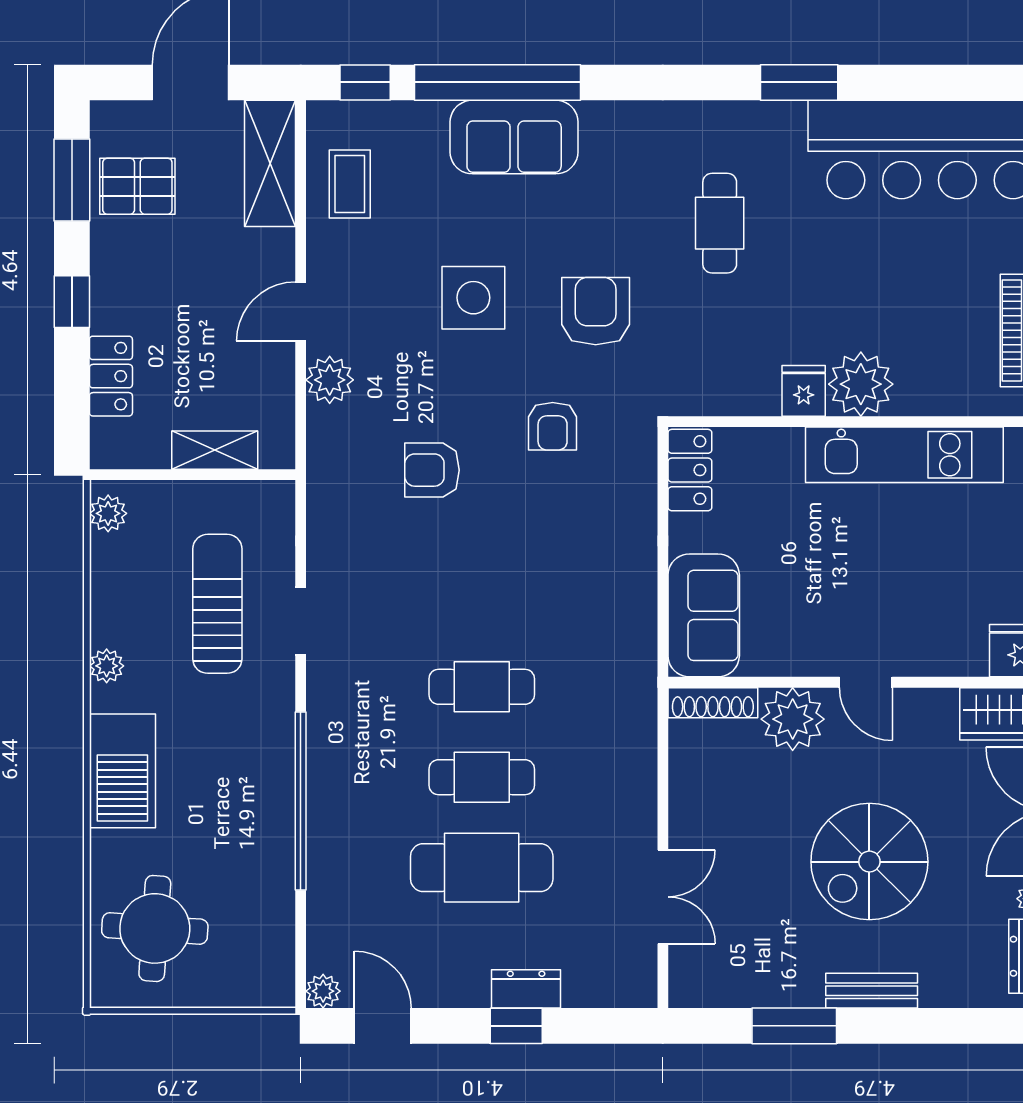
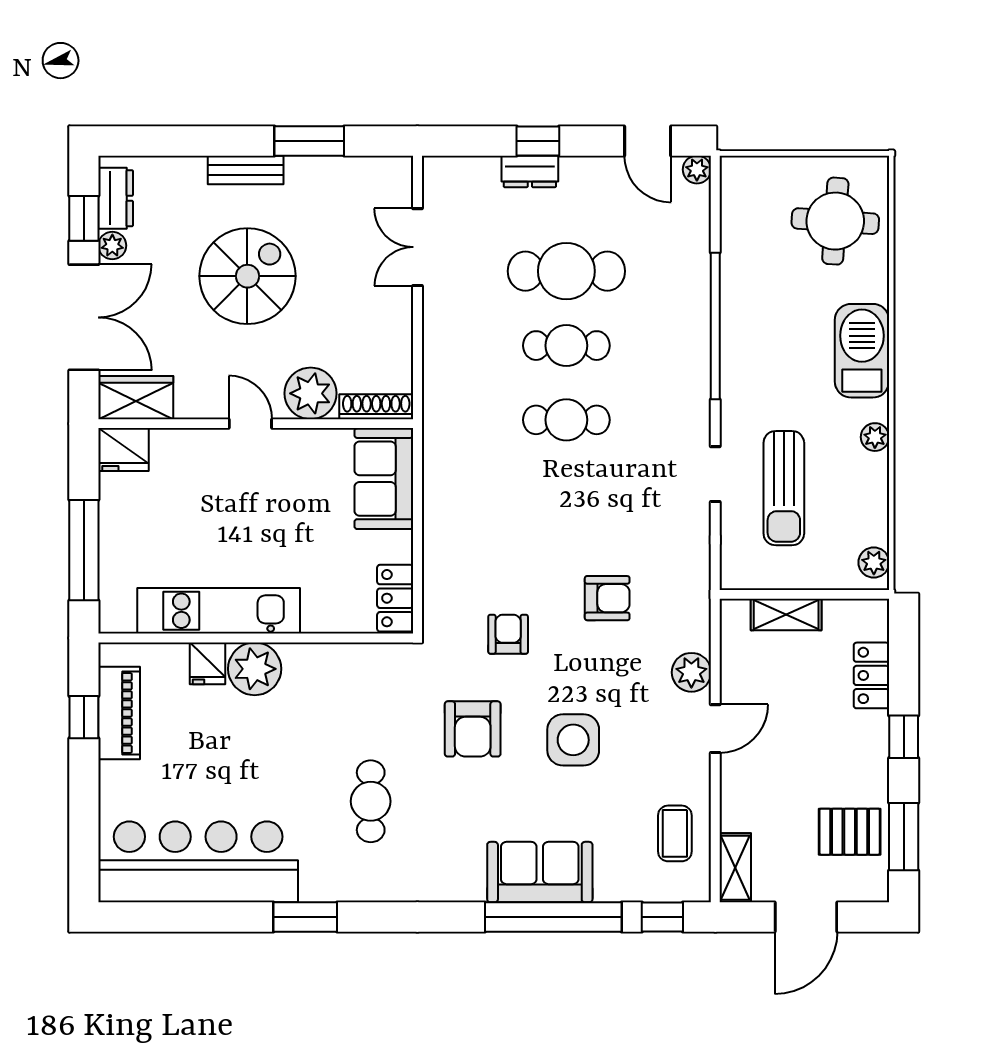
shelving: (270, 163) -> (735, 868), width x0.67, depth x0.75
fridge: (804, 391) -> (208, 663), moved

